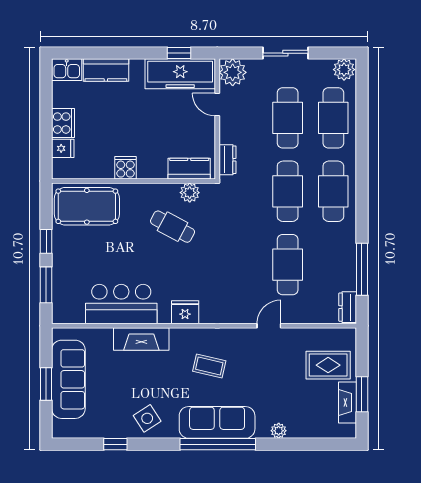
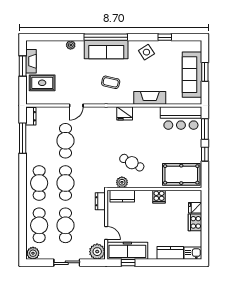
bar counter: (121, 304) -> (181, 118), moved

